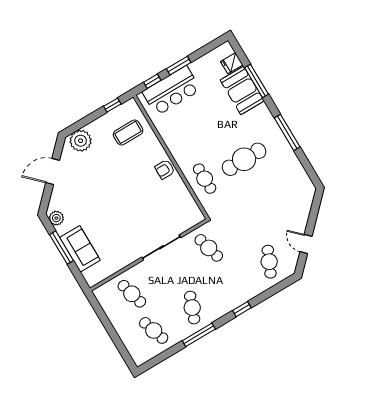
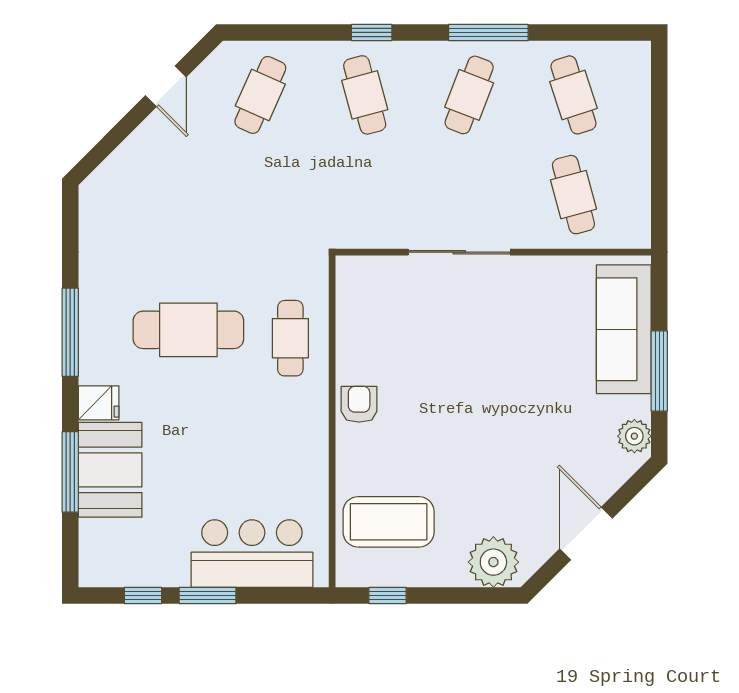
fridge: (232, 63) -> (99, 403), moved
window: (152, 81) -> (143, 595), moved
coffee table: (128, 132) -> (389, 522), width x1.36, depth x1.32
armchair: (165, 169) -> (359, 404), turned -90
door: (53, 172) -> (586, 534), swing flipped
cafe table: (209, 248) -> (365, 95), moved
sofa: (80, 249) -> (624, 329), width x1.36

